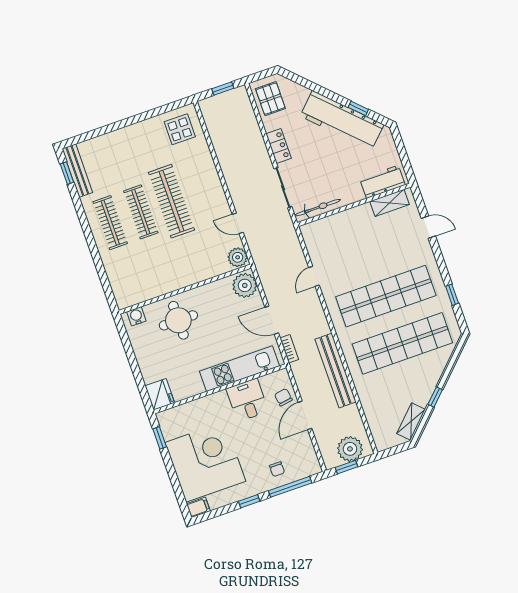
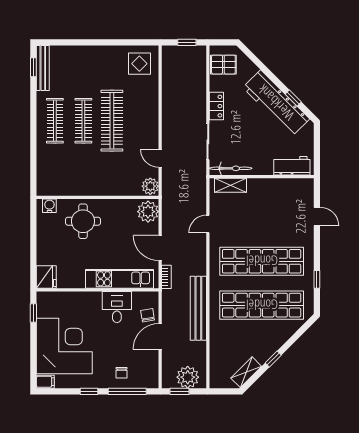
pallet: (270, 99) -> (223, 65), turned 90
shelving: (390, 203) -> (231, 185), moved

